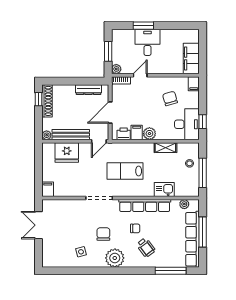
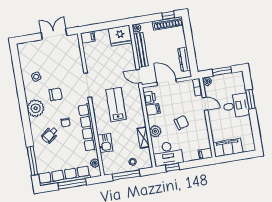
chair: (170, 98) -> (181, 123), moved
plant: (149, 134) -> (155, 131), moved
fridge: (67, 152) -> (120, 36), moved, turned -90

